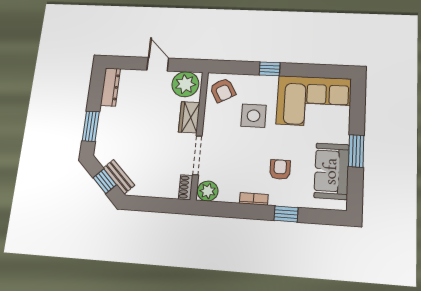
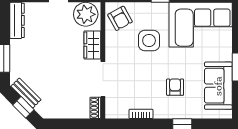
bench: (119, 177) -> (26, 93), moved
plant: (208, 191) -> (115, 110), removed
bookcase: (254, 199) -> (141, 114), moved

